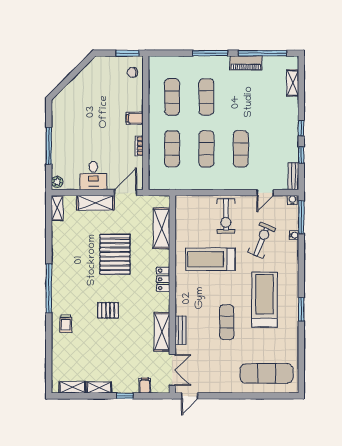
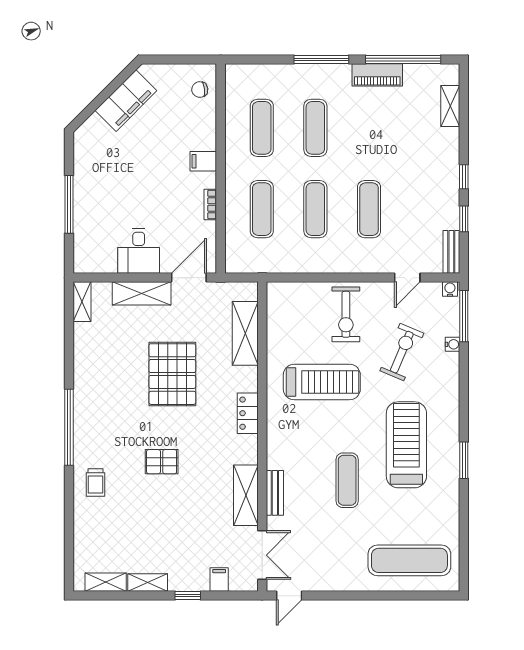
window: (128, 53) -> (192, 59), removed
filing cabinet: (85, 79) -> (126, 101), added
plant: (57, 182) -> (82, 261), removed
treadmill: (210, 259) -> (322, 382), turned 180

